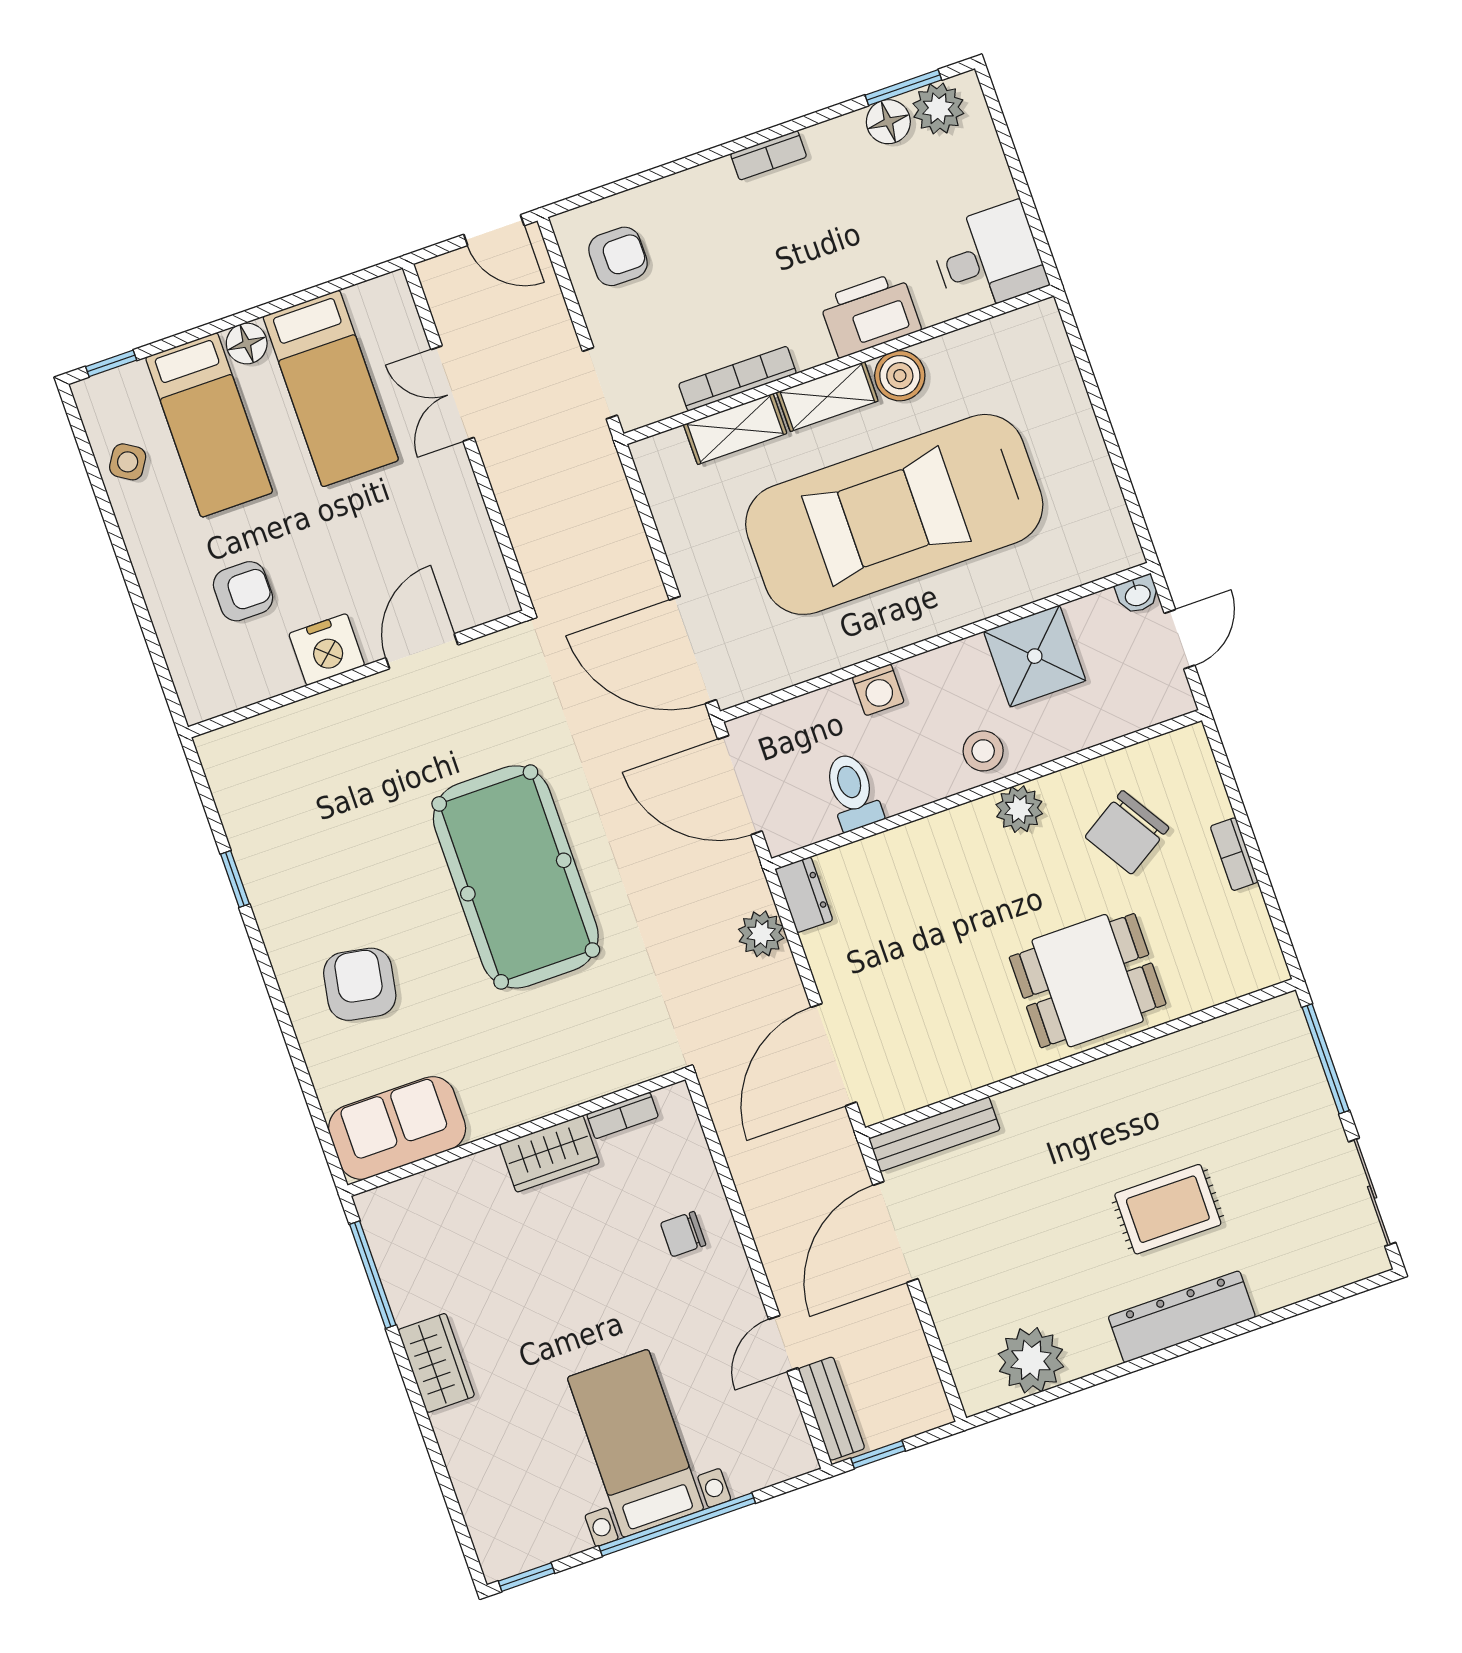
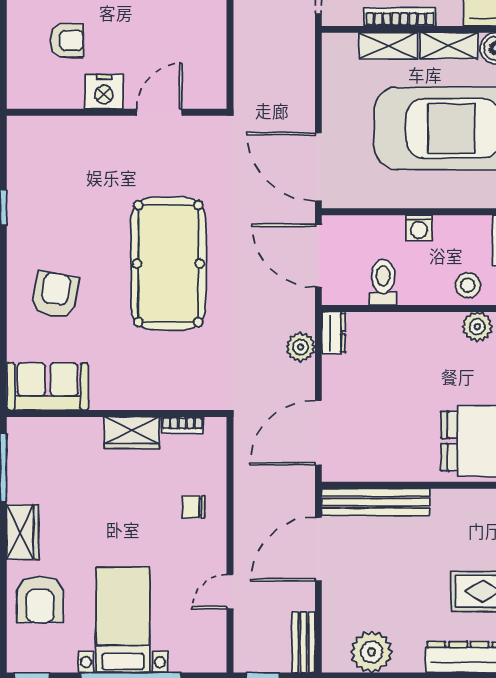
bench: (934, 1134) -> (376, 502), width x1.37, depth x1.21
bench: (831, 1409) -> (304, 642), moved
armchair: (499, 1456) -> (40, 600), added

